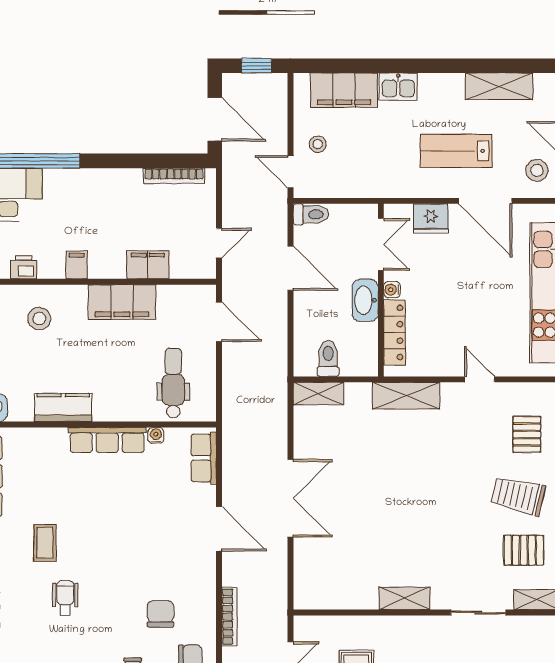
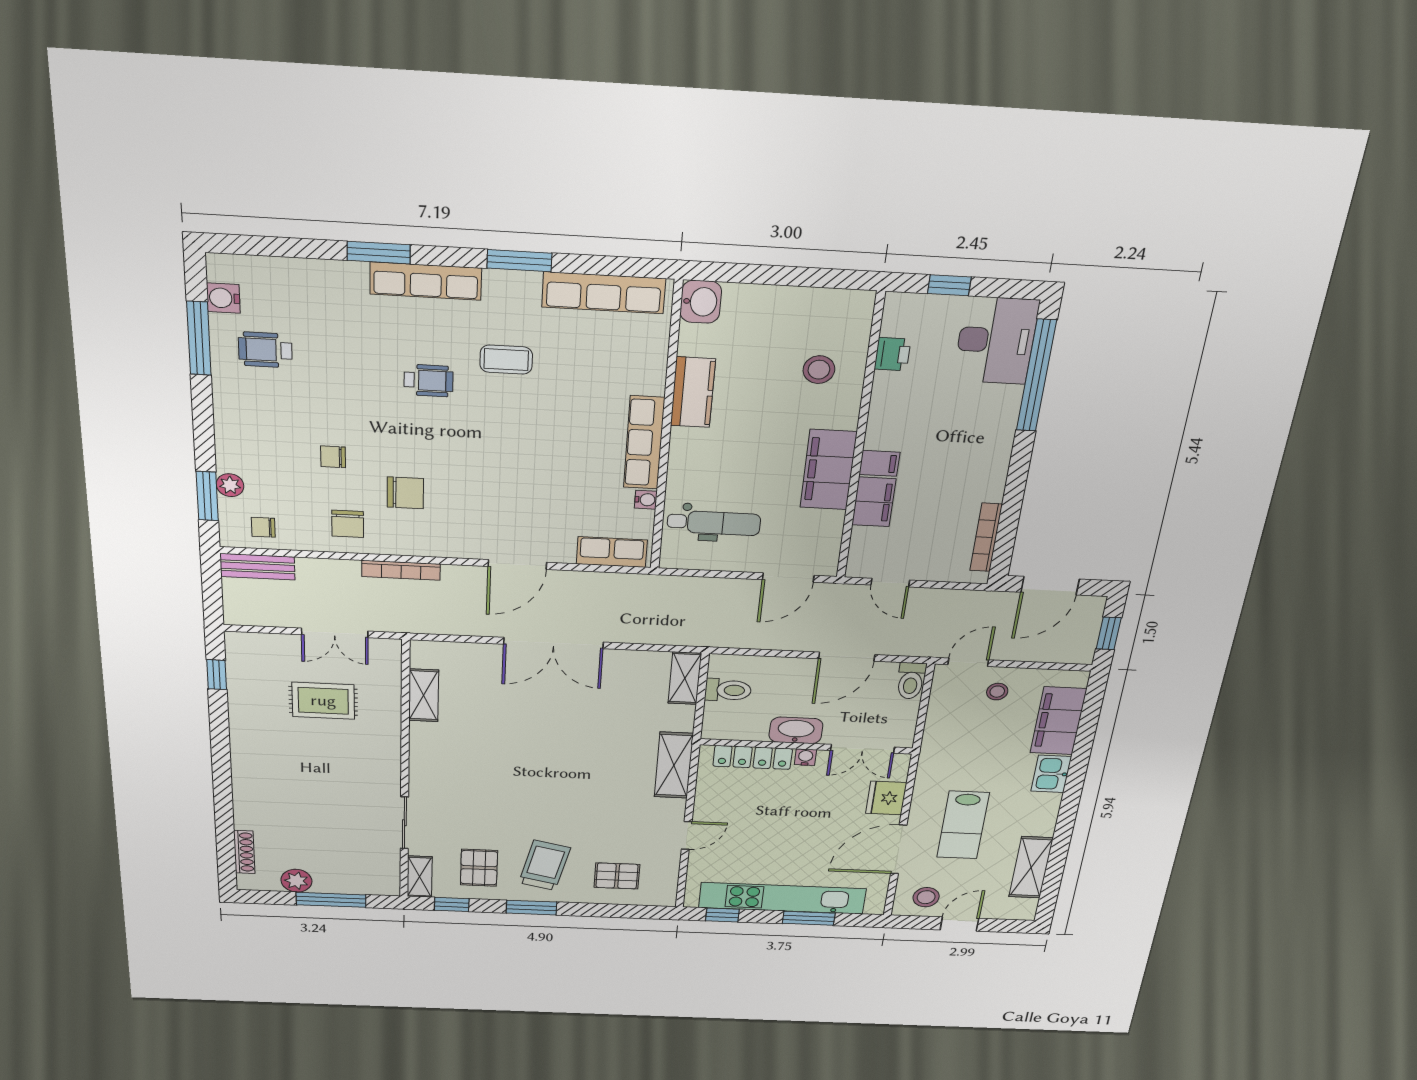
lab bench: (456, 151) -> (963, 825), turned 180
filing cabinet: (77, 265) -> (879, 463), moved
shelving: (404, 598) -> (424, 695), moved

